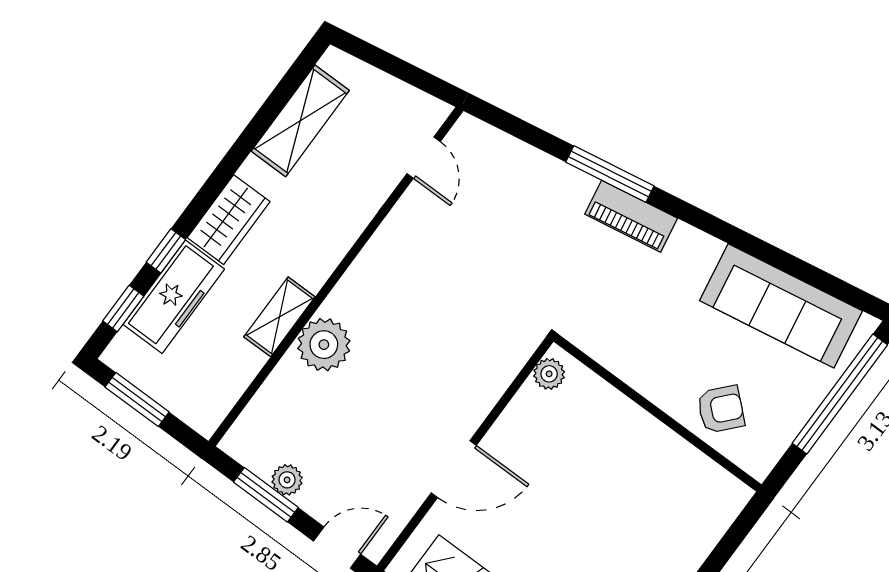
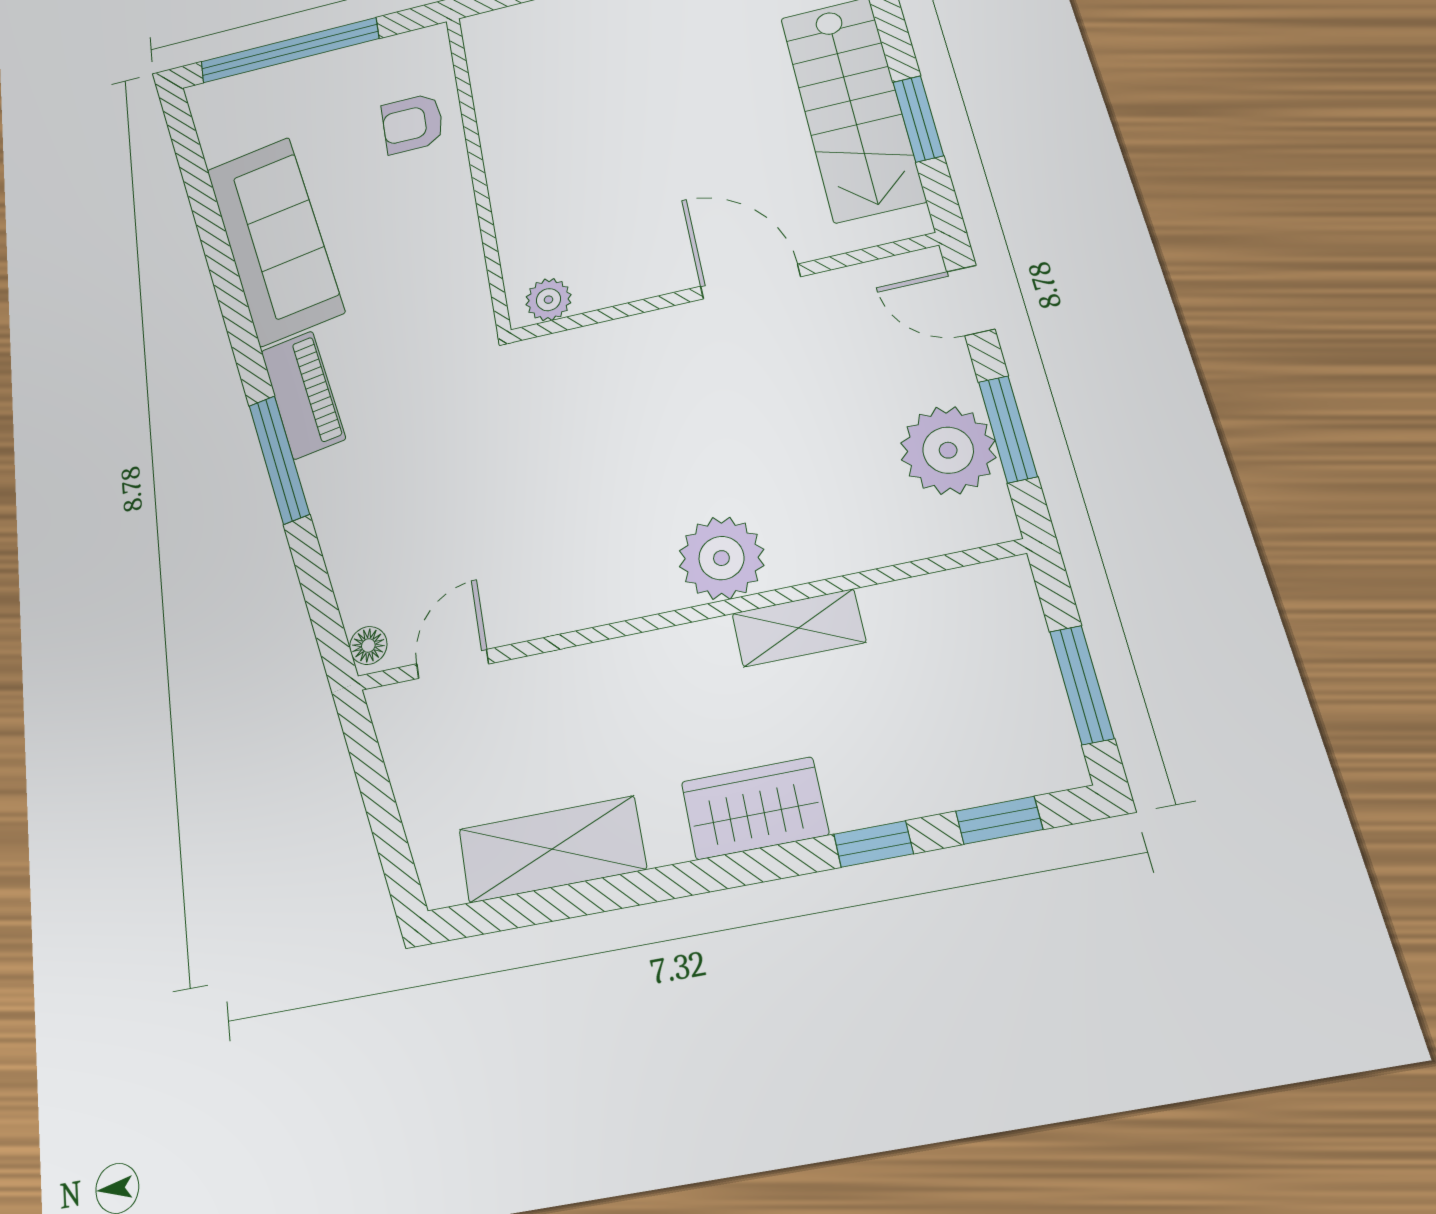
floor lamp: (473, 129) -> (368, 645), added
freezer: (174, 297) -> (915, 774), removed
sofa: (781, 306) -> (275, 240), moved
plant: (324, 345) -> (721, 558), moved
armchair: (721, 409) -> (413, 124), turned -42
plant: (287, 480) -> (948, 450), width x1.87, depth x1.87

